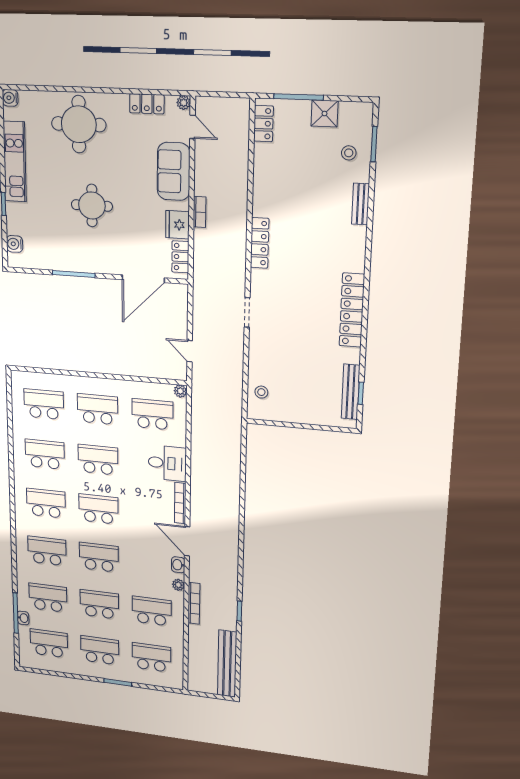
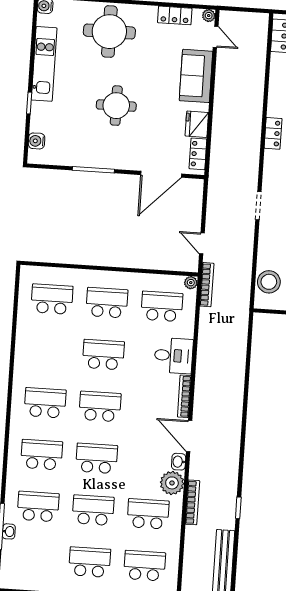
bookcase: (200, 212) -> (207, 285), moved, width x1.56
locker: (260, 243) -> (273, 133), width x0.66
stool: (261, 392) -> (269, 282), width x1.89, depth x1.89
school desk: (45, 454) -> (49, 351), removed
plant: (178, 585) -> (172, 483), width x1.88, depth x1.88
school desk: (49, 643) -> (35, 558), removed

